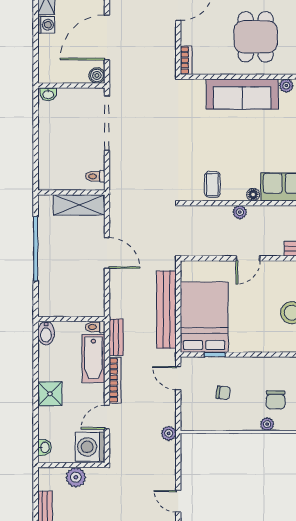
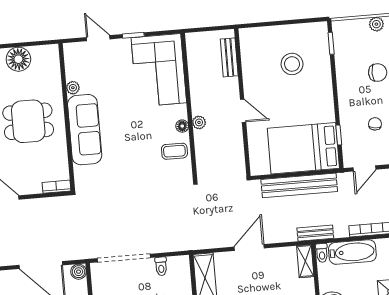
toilet: (95, 176) -> (161, 266), moved
floor lamp: (253, 195) -> (182, 126), moved
shelving: (88, 309) -> (305, 261), added
bench: (116, 337) -> (315, 233), moved

